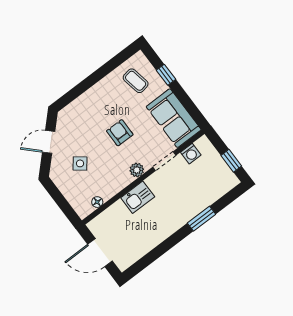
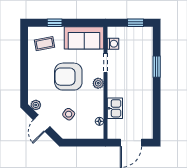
plant: (63, 121) -> (36, 105), added
armchair: (120, 133) -> (68, 77), width x1.88, depth x1.88
kitchen sink: (138, 197) -> (115, 108), moved

